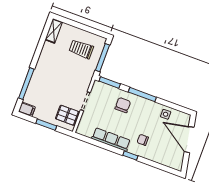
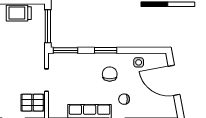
trolley: (81, 49) -> (19, 13), moved
window: (142, 95) -> (106, 50), width x0.69
chair: (123, 105) -> (110, 74), moved

